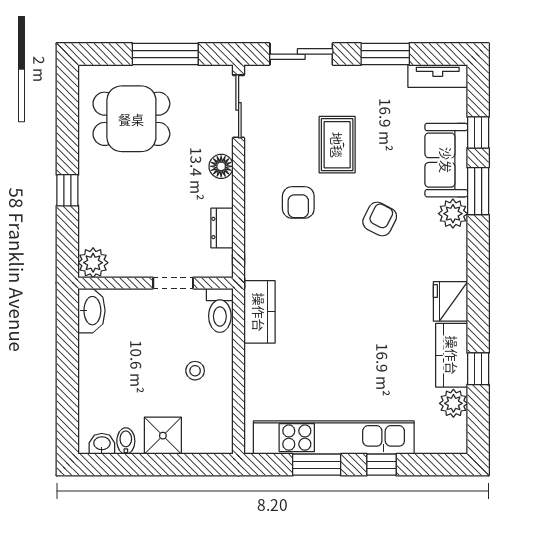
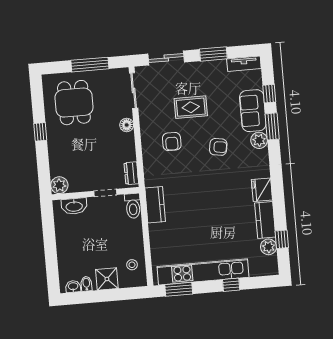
dining table: (131, 119) -> (74, 103), turned 90
rug: (337, 145) -> (191, 107), turned 90
window: (67, 190) -> (40, 132), moved
armchair: (380, 219) -> (218, 147), turned 72
dresser: (222, 228) -> (131, 173), moved
washbasin: (92, 311) -> (74, 206), moved, turned 90
window: (478, 369) -> (282, 239), moved
stool: (195, 371) -> (132, 265), moved
window: (317, 465) -> (179, 289), moved

